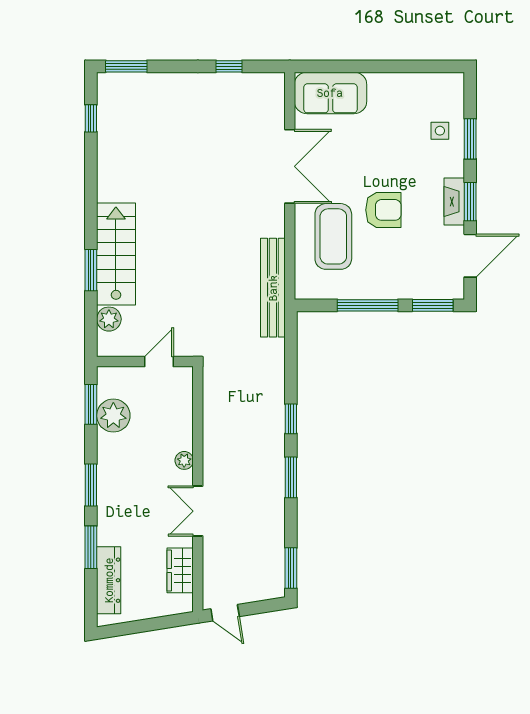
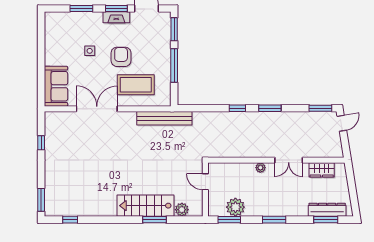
side table: (440, 131) -> (90, 51), moved
window: (91, 547) -> (326, 220), moved
door: (225, 613) -> (342, 123), moved

